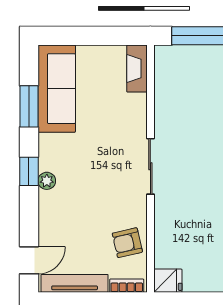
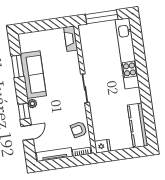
sofa: (57, 89) -> (33, 75), moved
window: (29, 171) -> (24, 111), moved
door: (29, 260) -> (27, 133), moved

